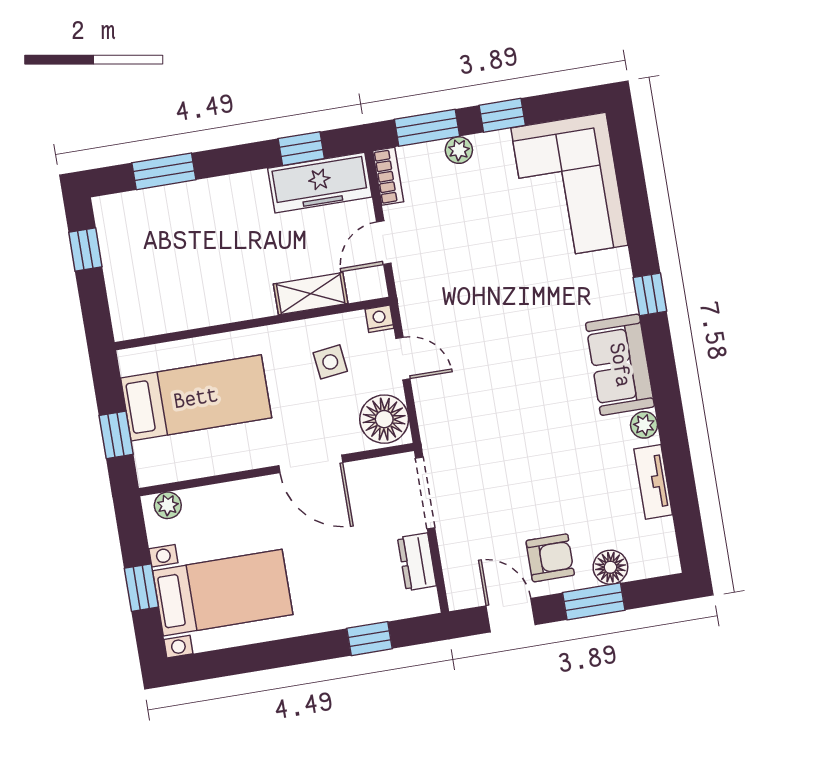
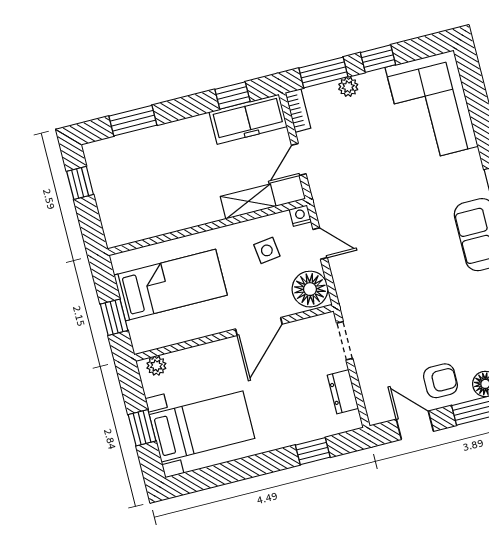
door: (311, 464) -> (259, 327), hinge flipped
doorway: (425, 493) -> (345, 341), width x0.73

